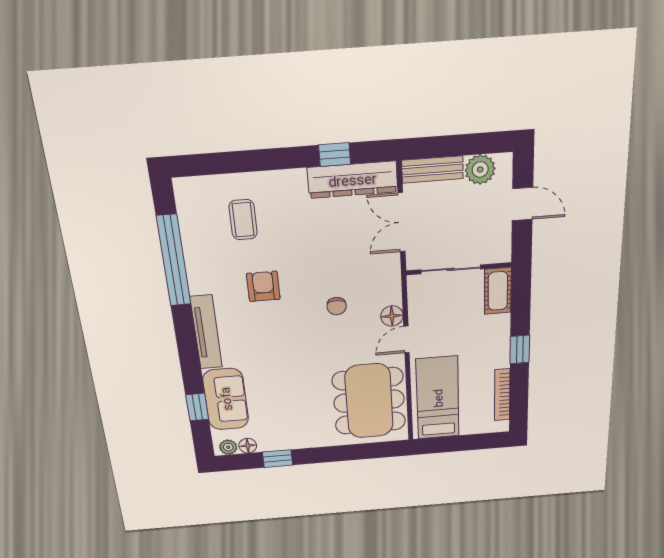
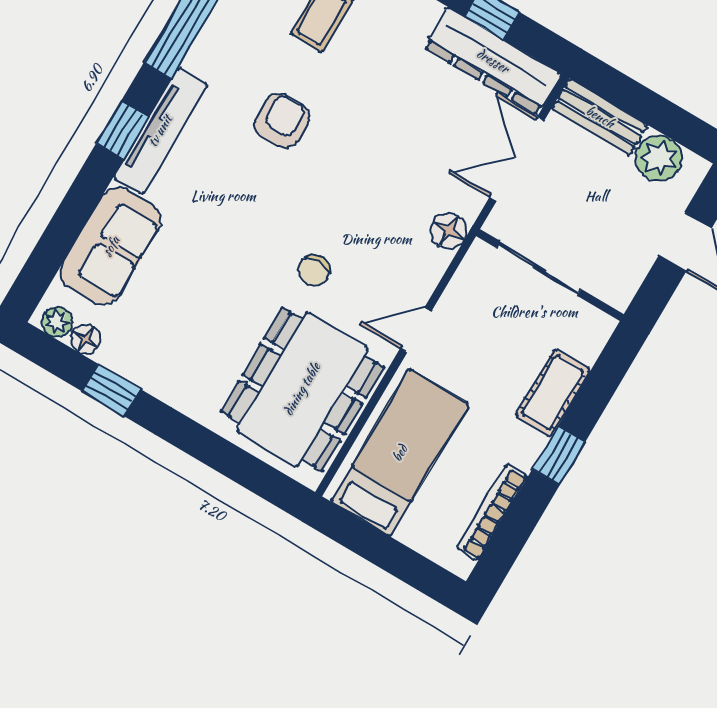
cot: (498, 291) -> (553, 393), moved
chair: (337, 306) -> (314, 271), moved
floor lamp: (392, 316) -> (449, 231), moved
window: (197, 407) -> (122, 130), moved

